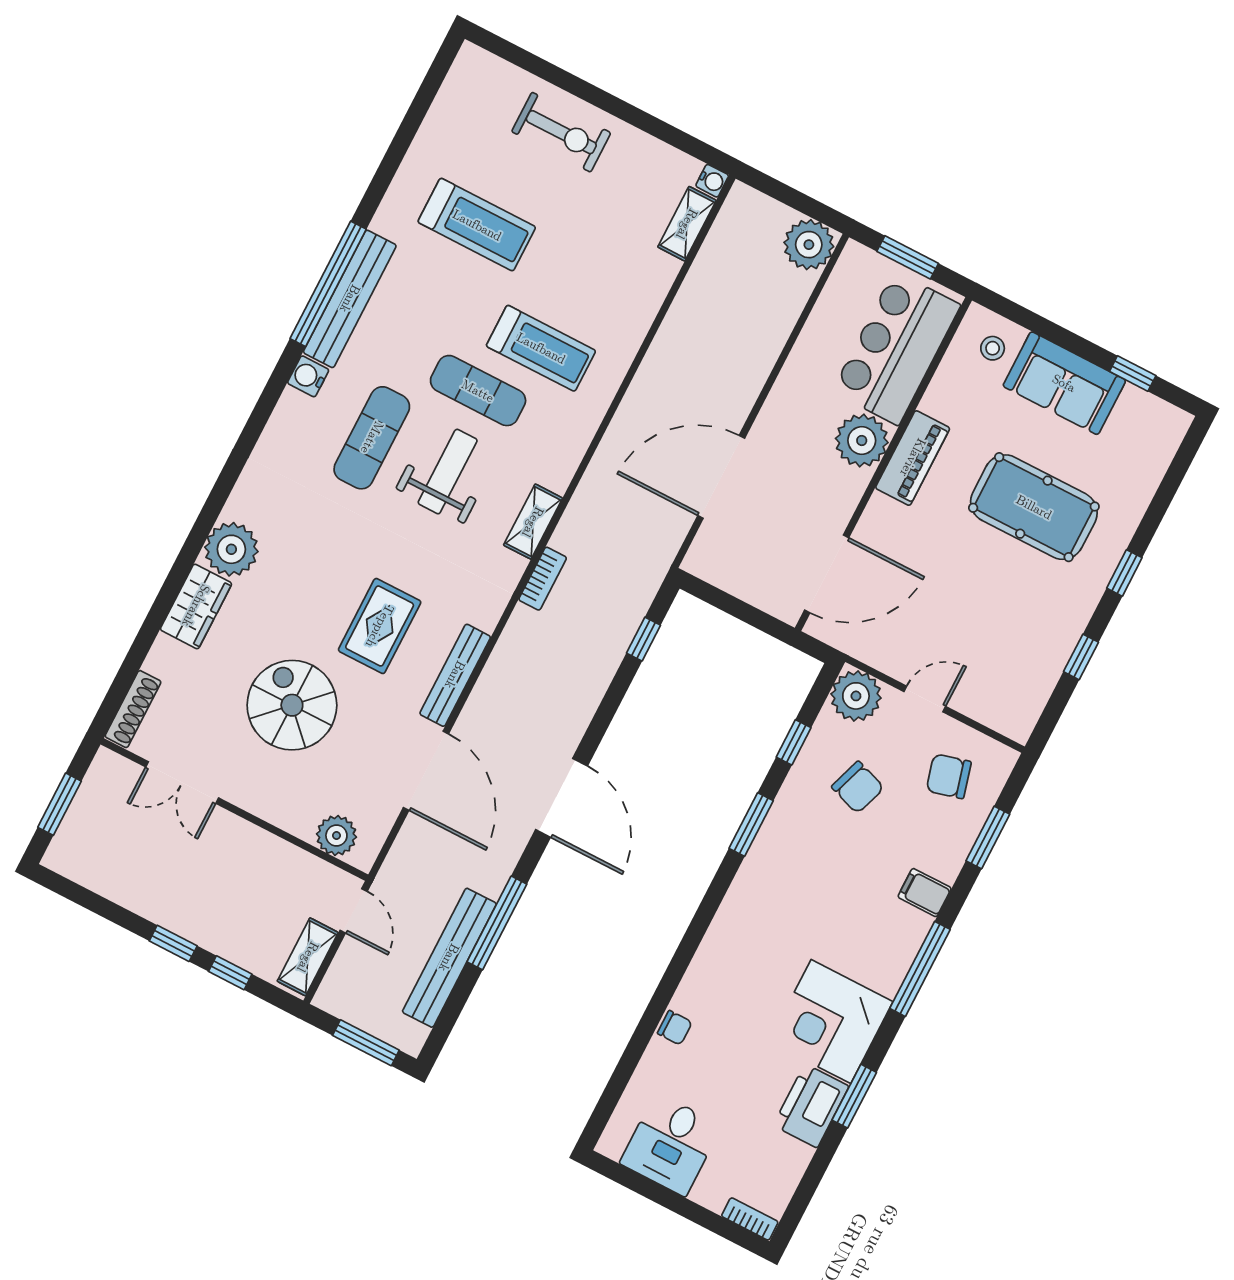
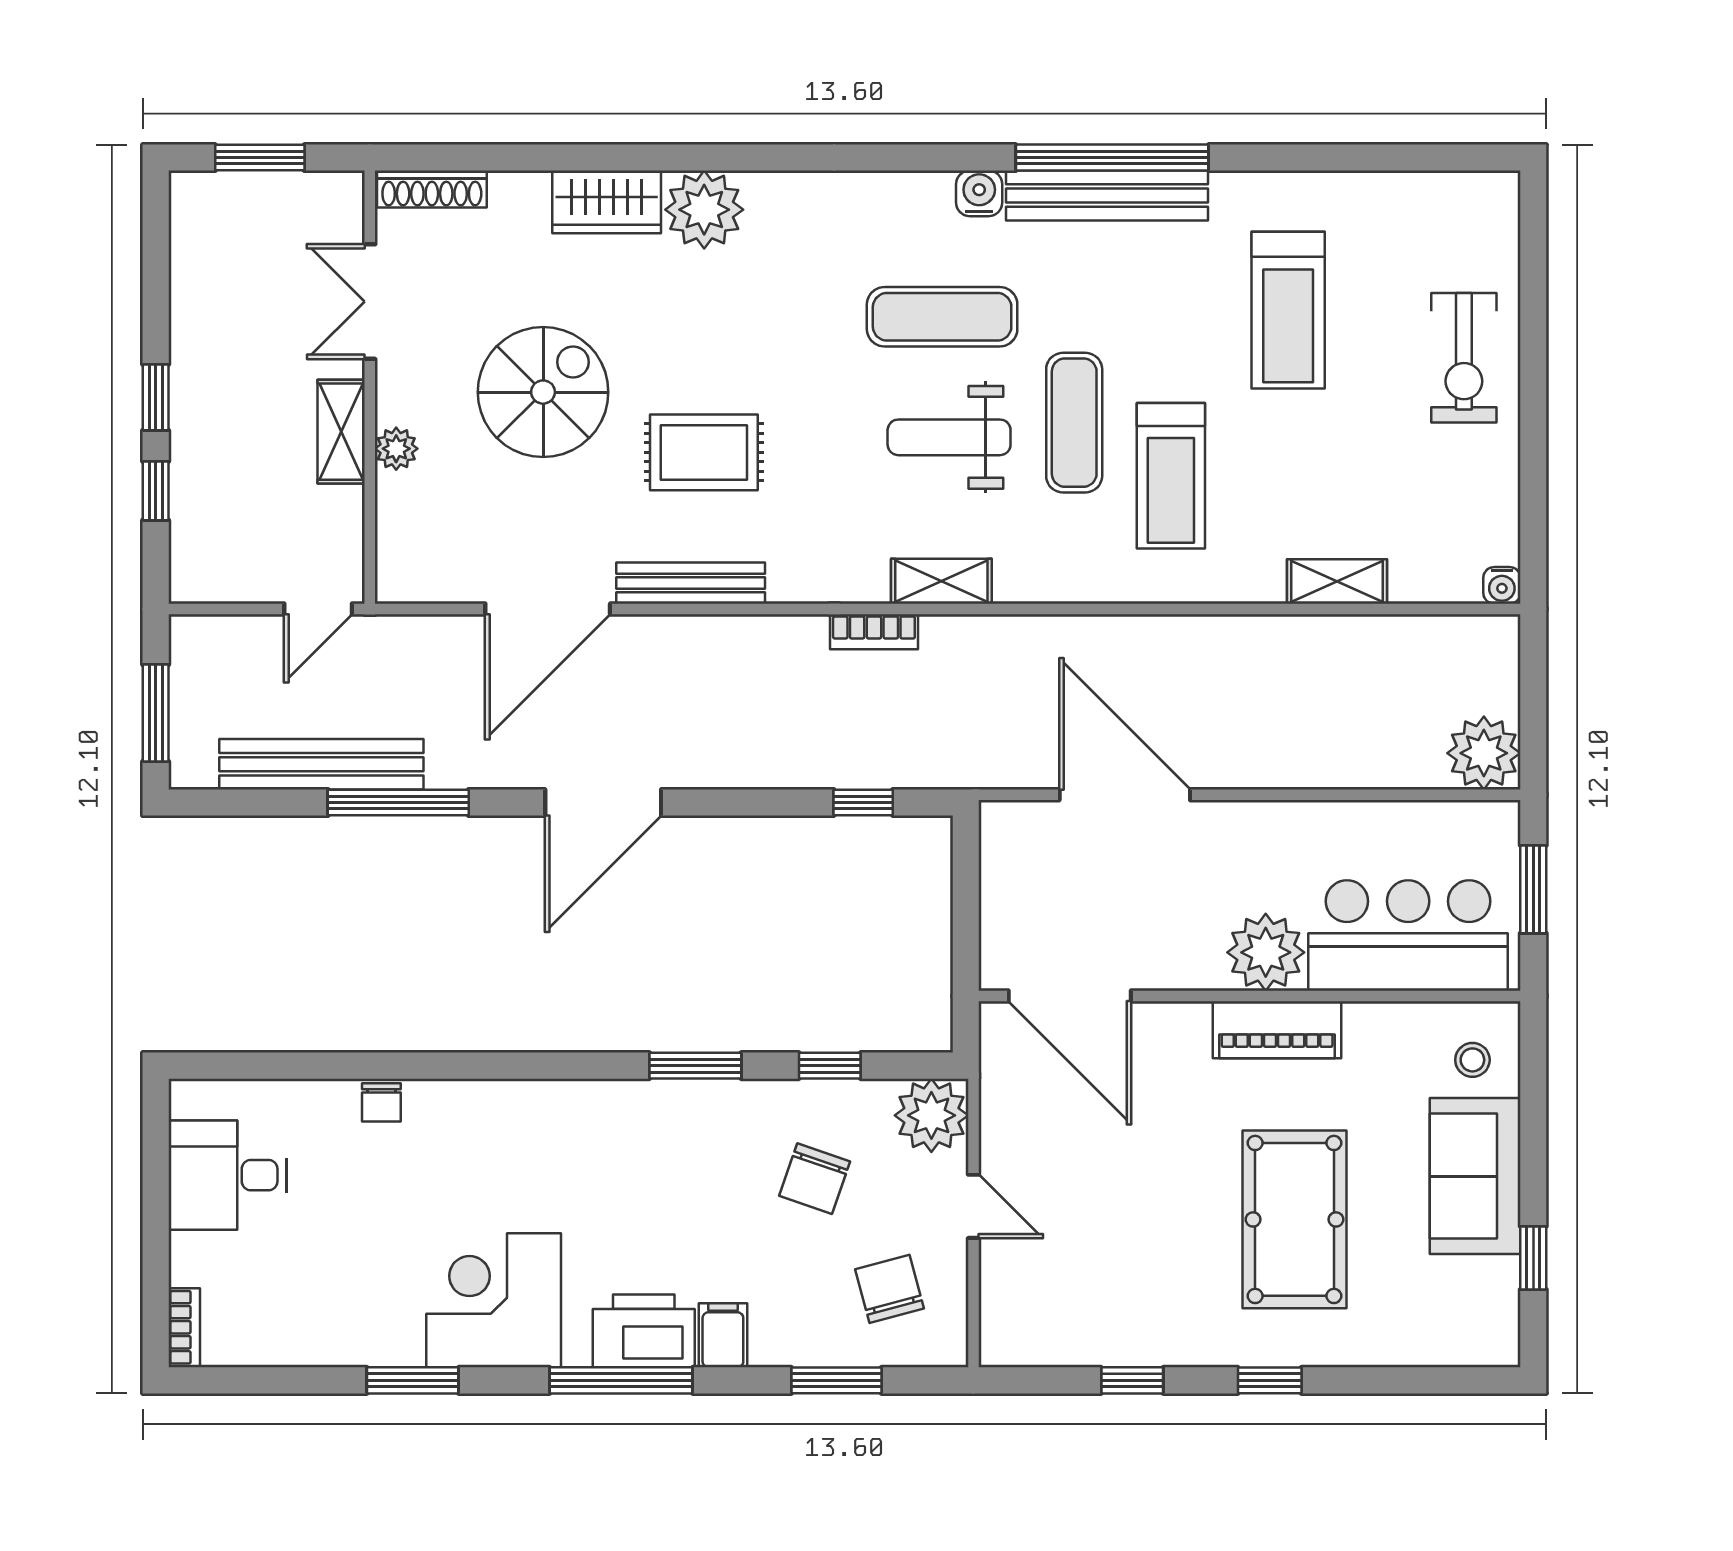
shelving: (687, 224) -> (1337, 581), moved
weight bench: (448, 472) -> (949, 437), turned 180
plant: (336, 835) -> (396, 449), moved, width x0.73, depth x0.73
shelving: (308, 957) -> (341, 432), moved, turned 90
printer: (811, 1106) -> (644, 1331), moved

